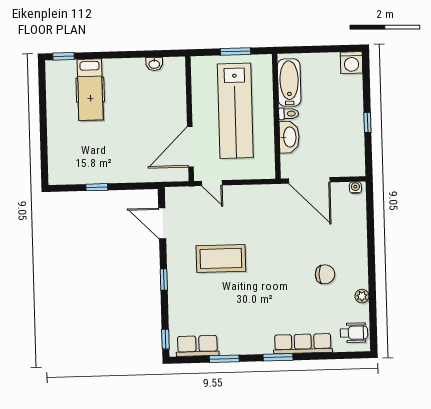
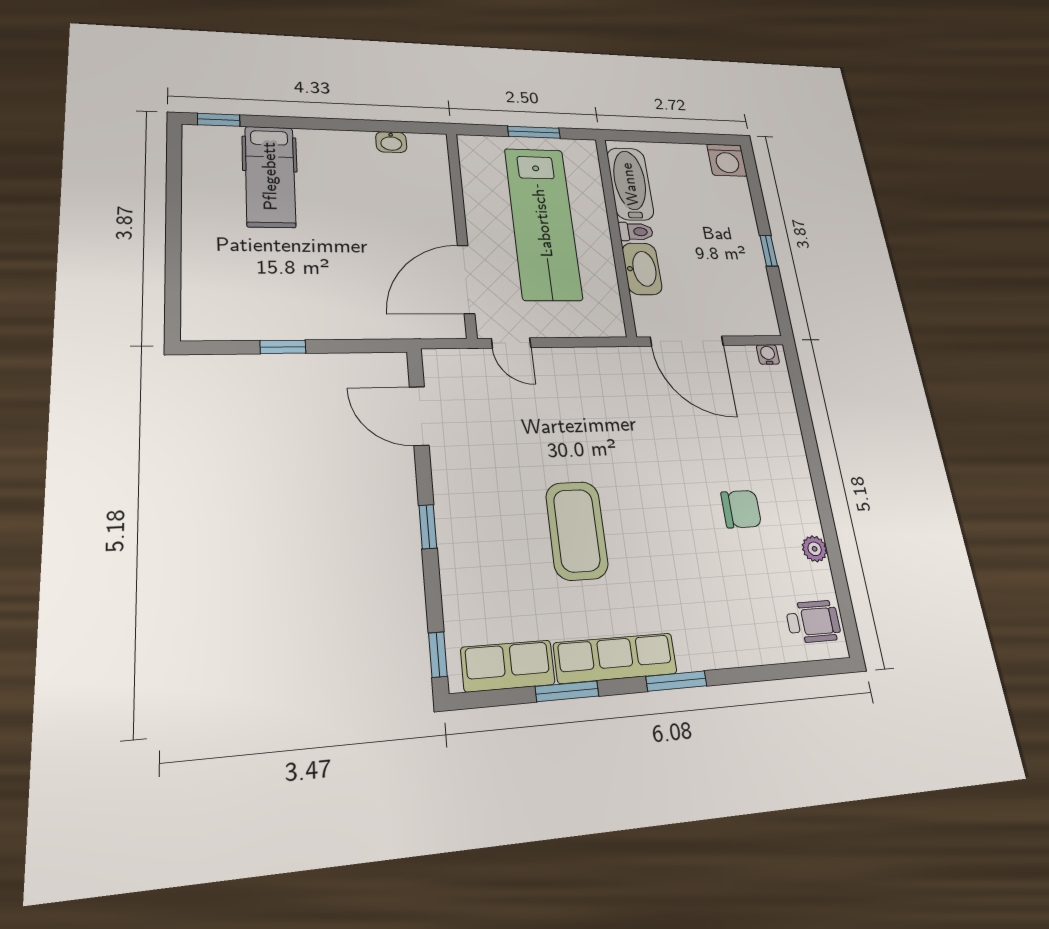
coffee table: (221, 258) -> (577, 530), moved, turned 90
row of seats: (303, 344) -> (615, 658), moved

